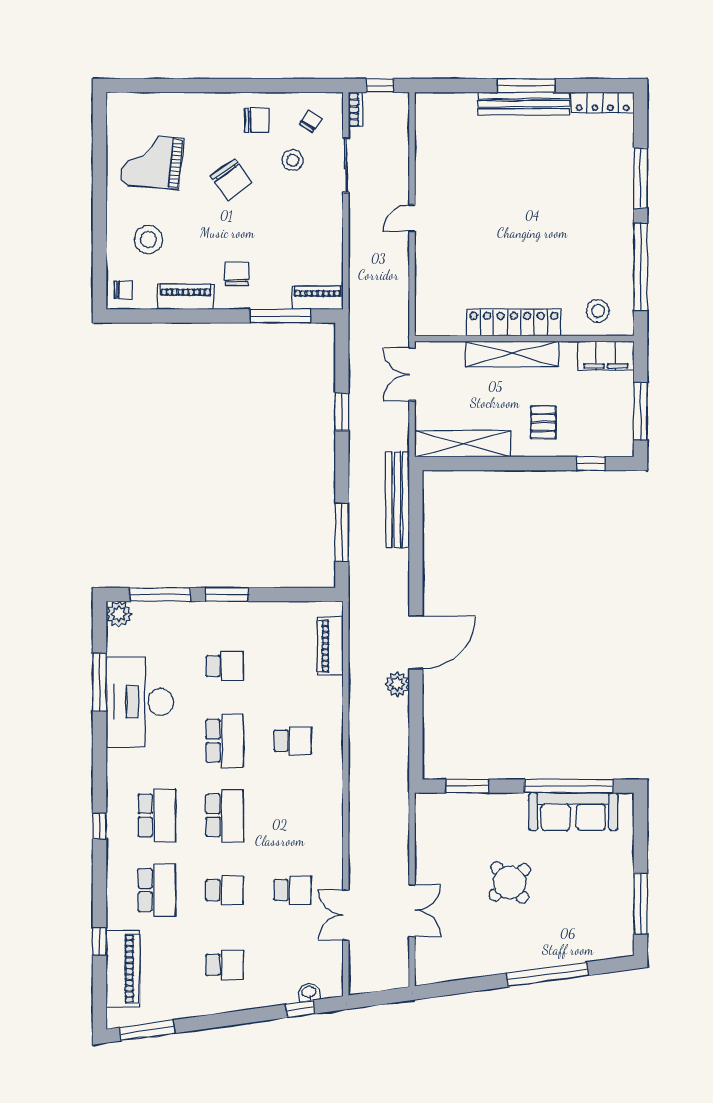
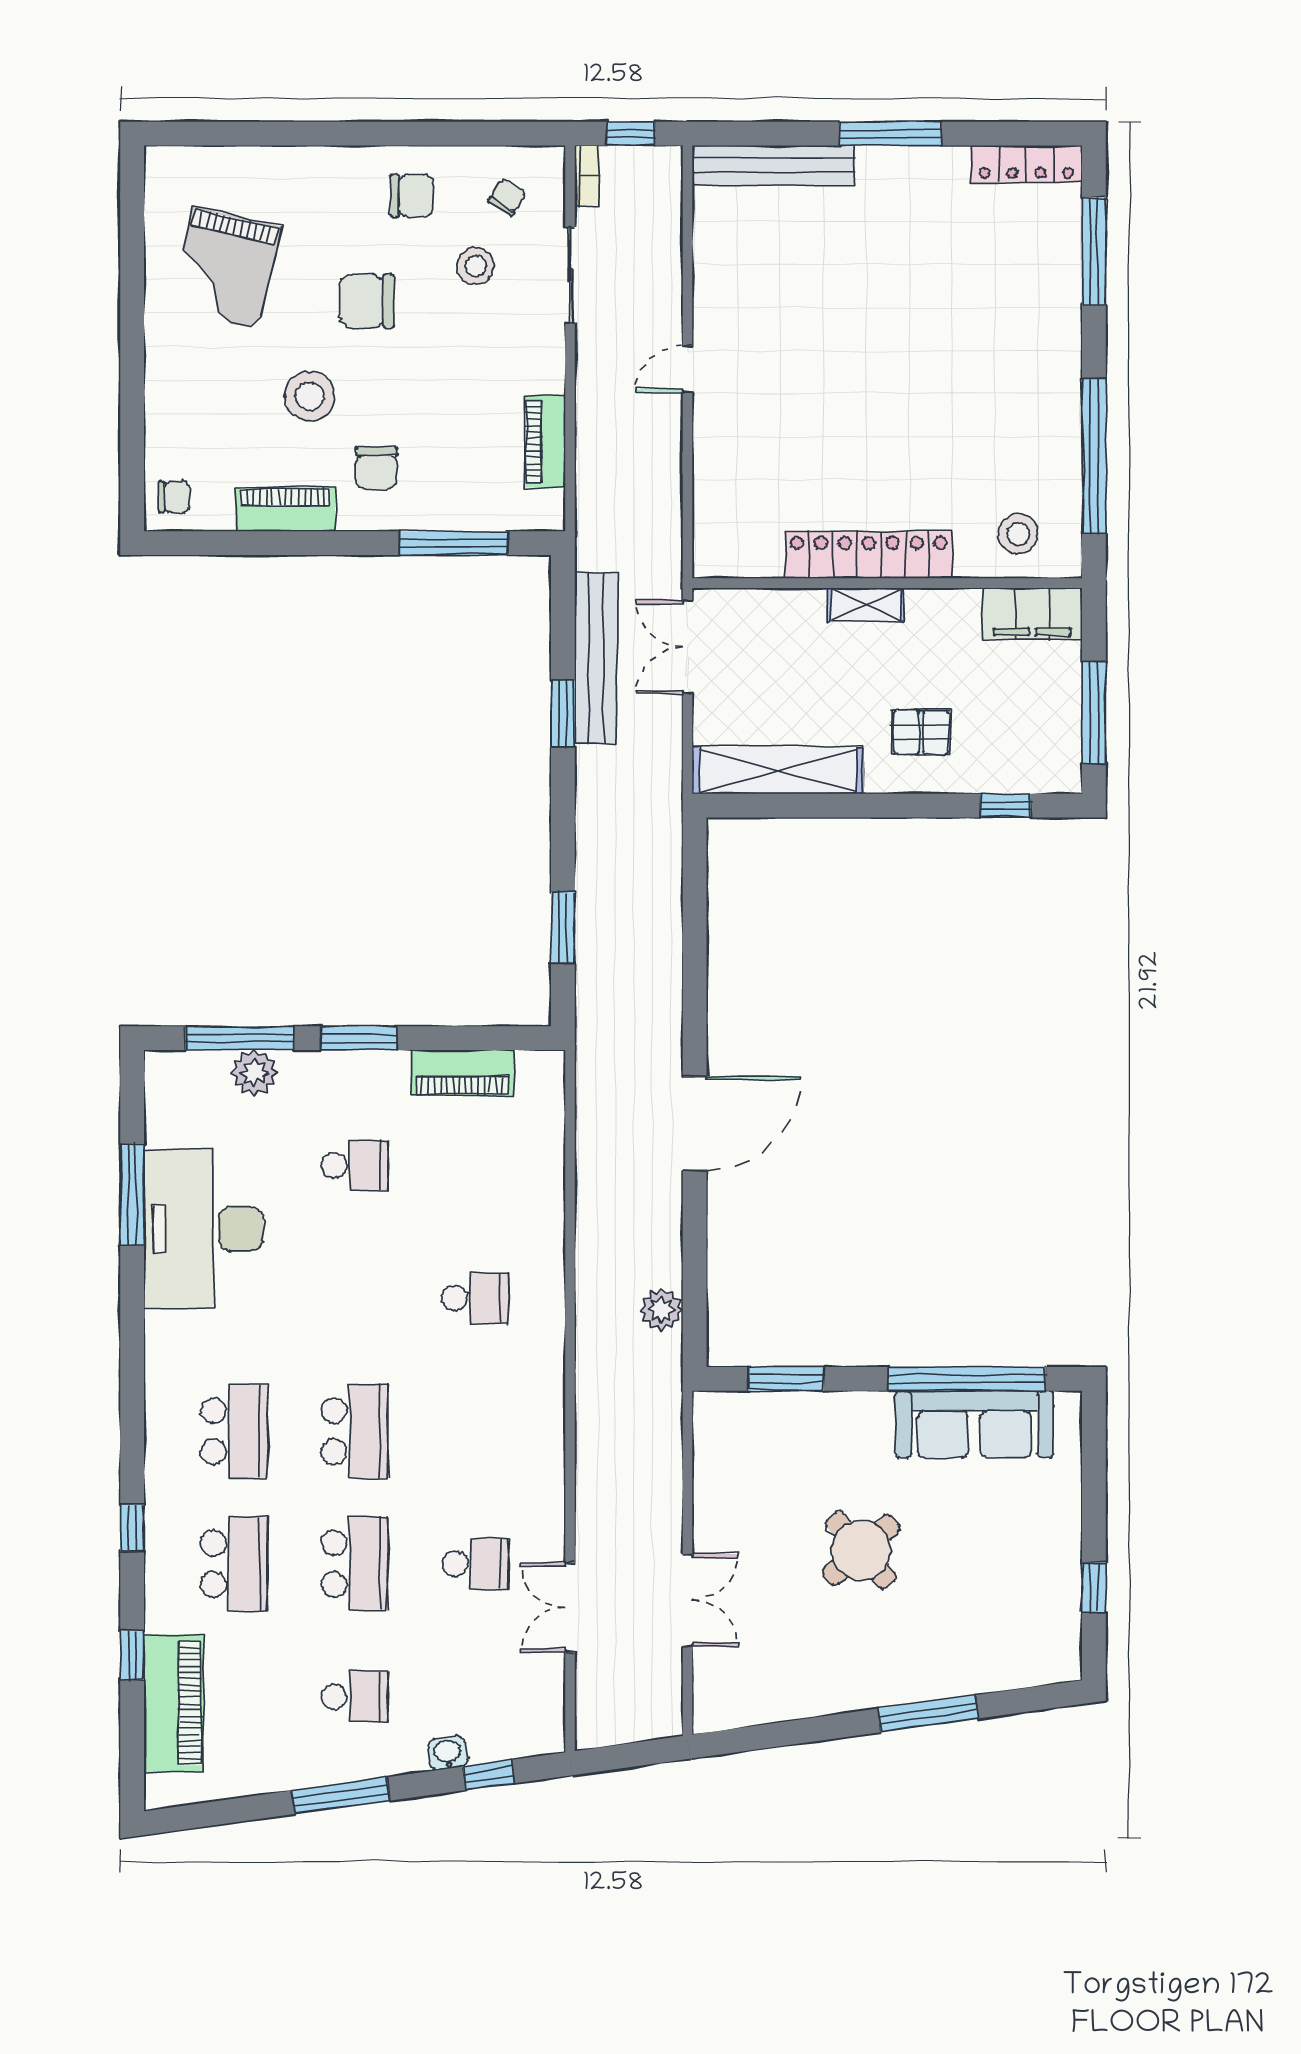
bench: (524, 104) -> (774, 166), moved
grand piano: (152, 161) -> (225, 268), turned -82
window: (641, 178) -> (1094, 251), moved
chair: (231, 180) -> (367, 301), turned 125
stool: (148, 240) -> (310, 397), moved
chair: (237, 274) -> (376, 468), turned 180
piano: (317, 298) -> (545, 441), moved, turned -90
shelving: (512, 354) -> (866, 605), width x0.45, depth x0.75
pallet: (543, 422) -> (921, 732), turned 90
bench: (397, 500) -> (596, 659), moved
window: (342, 532) -> (563, 928), width x0.69
plant: (119, 614) -> (254, 1073), moved
piano: (330, 646) -> (462, 1073), moved, turned -90
plant: (397, 684) -> (661, 1310), moved
school desk: (225, 741) -> (355, 1298), removed
window: (100, 826) -> (132, 1527), moved
school desk: (225, 890) -> (355, 1564), width x1.85
window: (641, 903) -> (1094, 1587), width x0.46
window: (547, 974) -> (928, 1714), width x0.68
washbasin: (309, 992) -> (448, 1753), moved
window: (147, 1030) -> (341, 1796), moved

